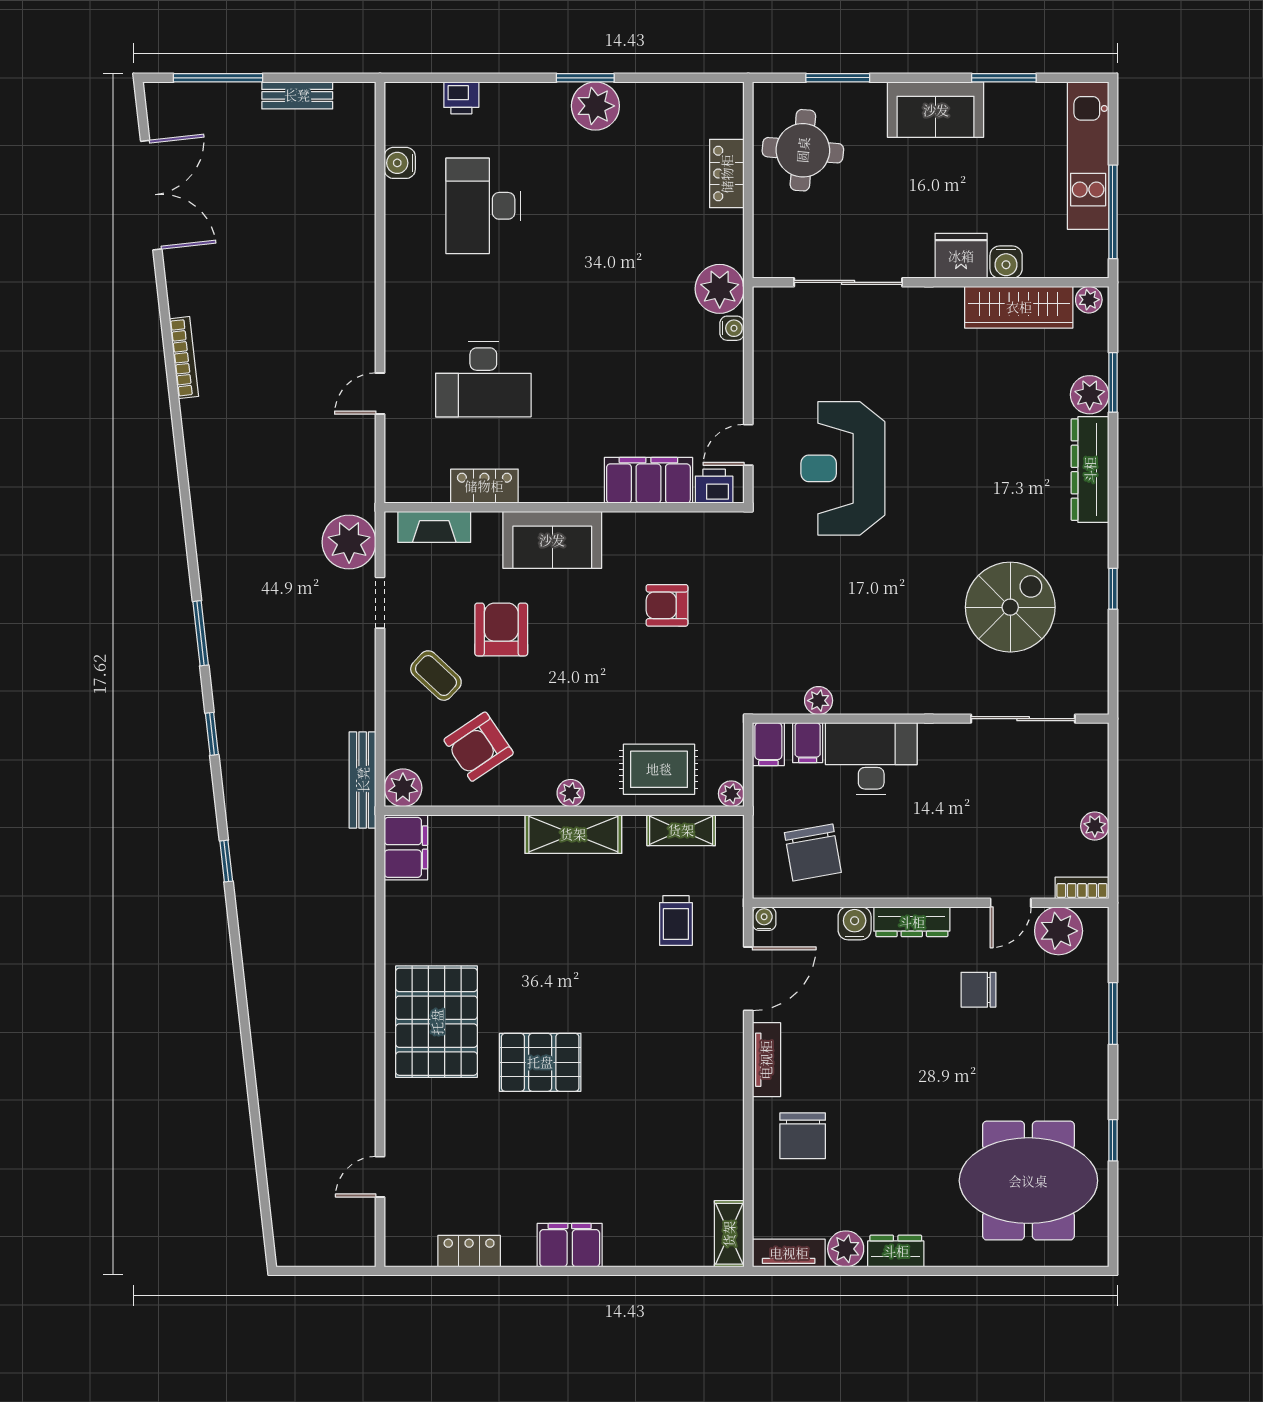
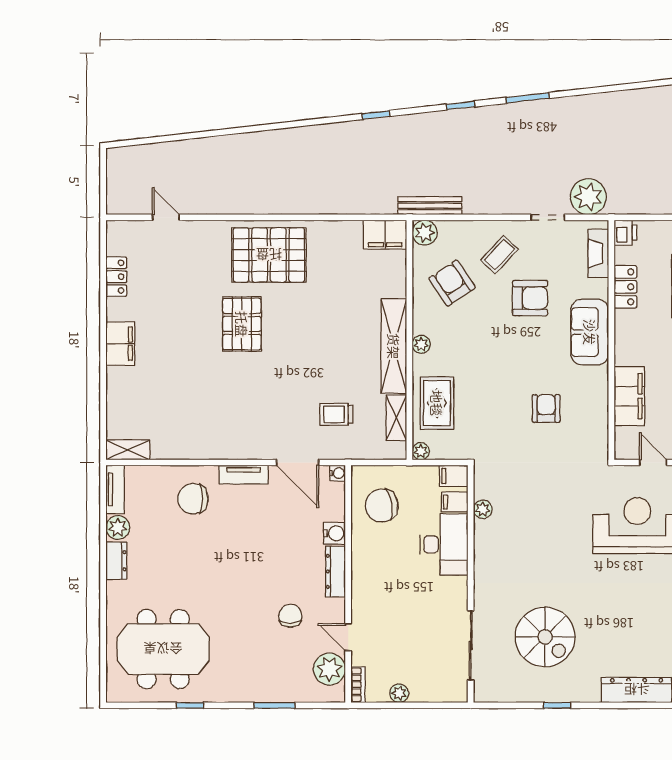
printer: (714, 486) -> (625, 233), moved
shelving: (573, 834) -> (394, 346), width x1.47
meeting table: (1028, 1181) -> (163, 649), turned 90

